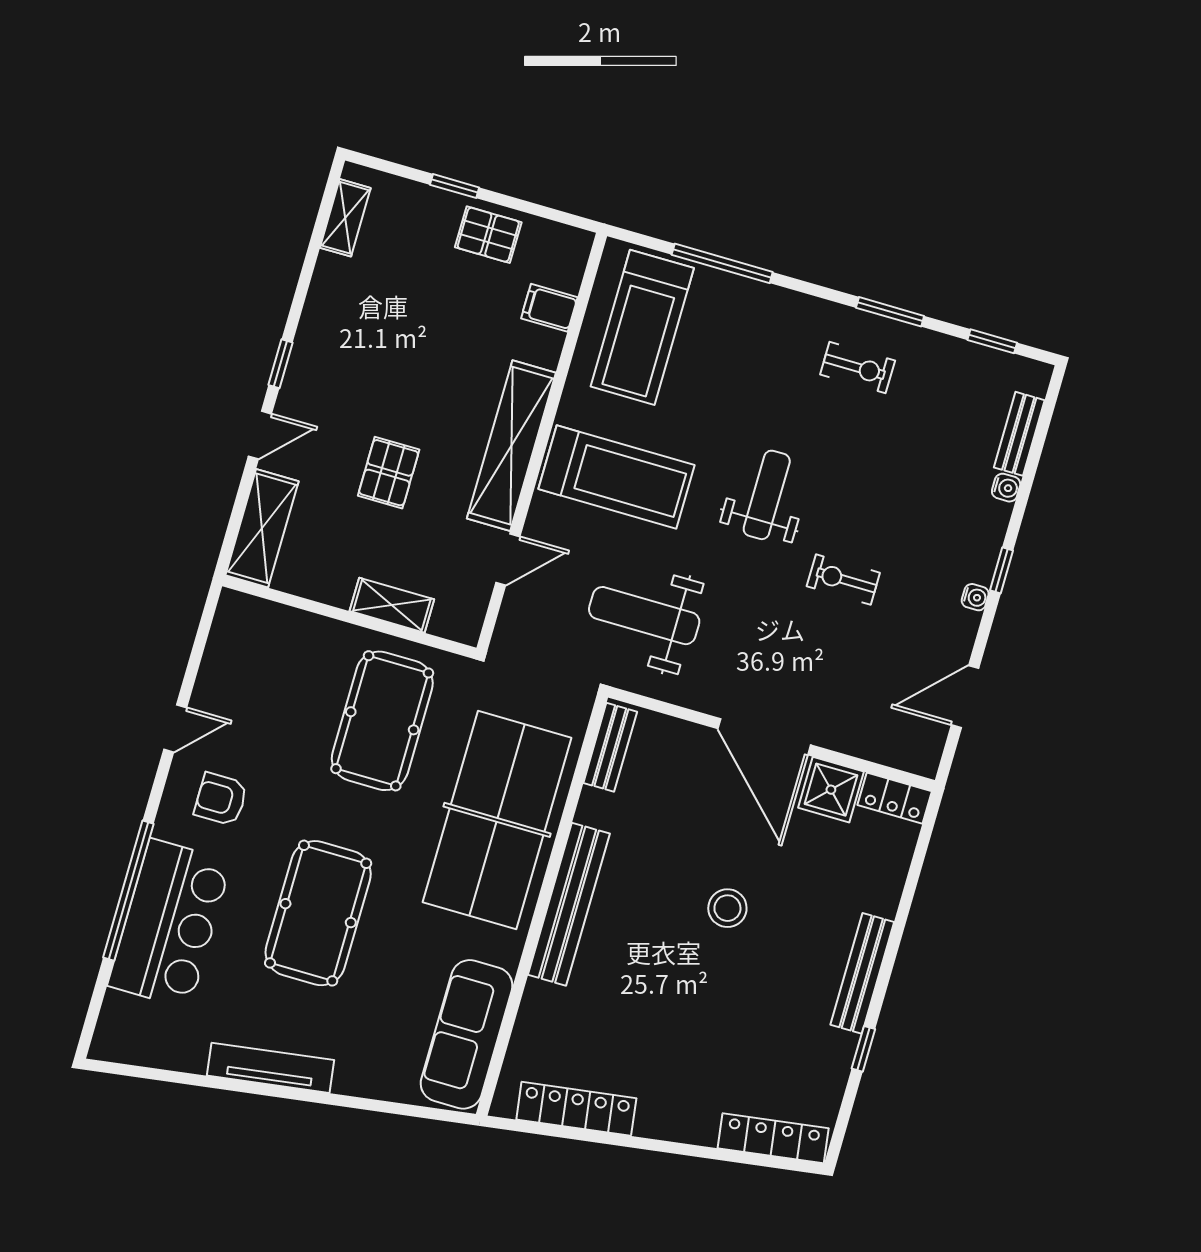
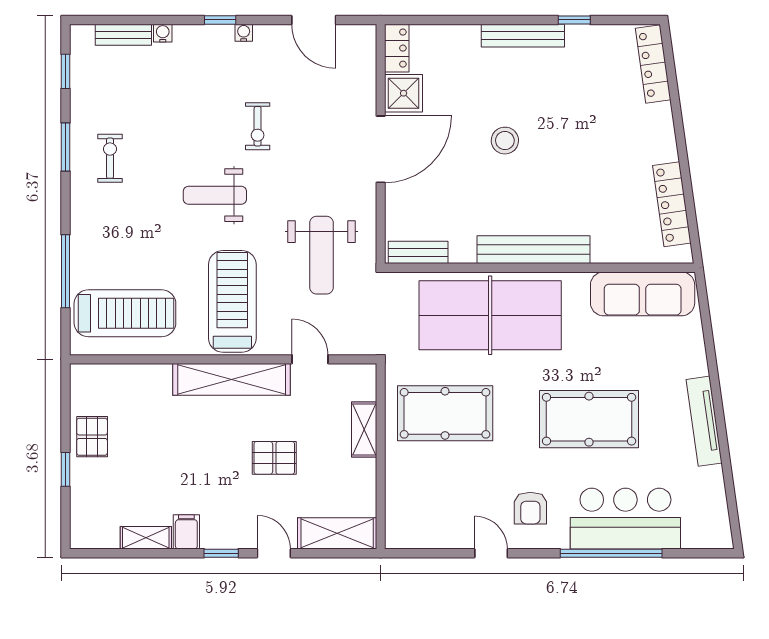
shelving: (345, 218) -> (146, 538), moved
filing cabinet: (549, 308) -> (186, 532), moved, turned 180

